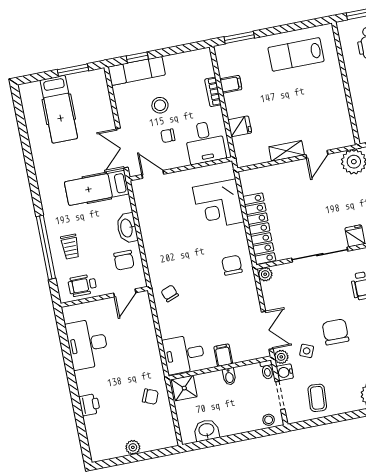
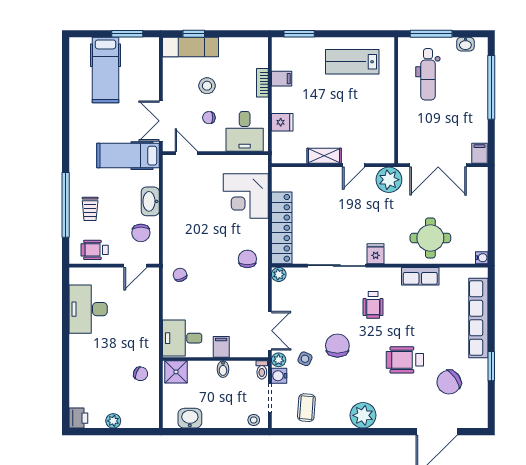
printer: (89, 405) -> (78, 418), moved

